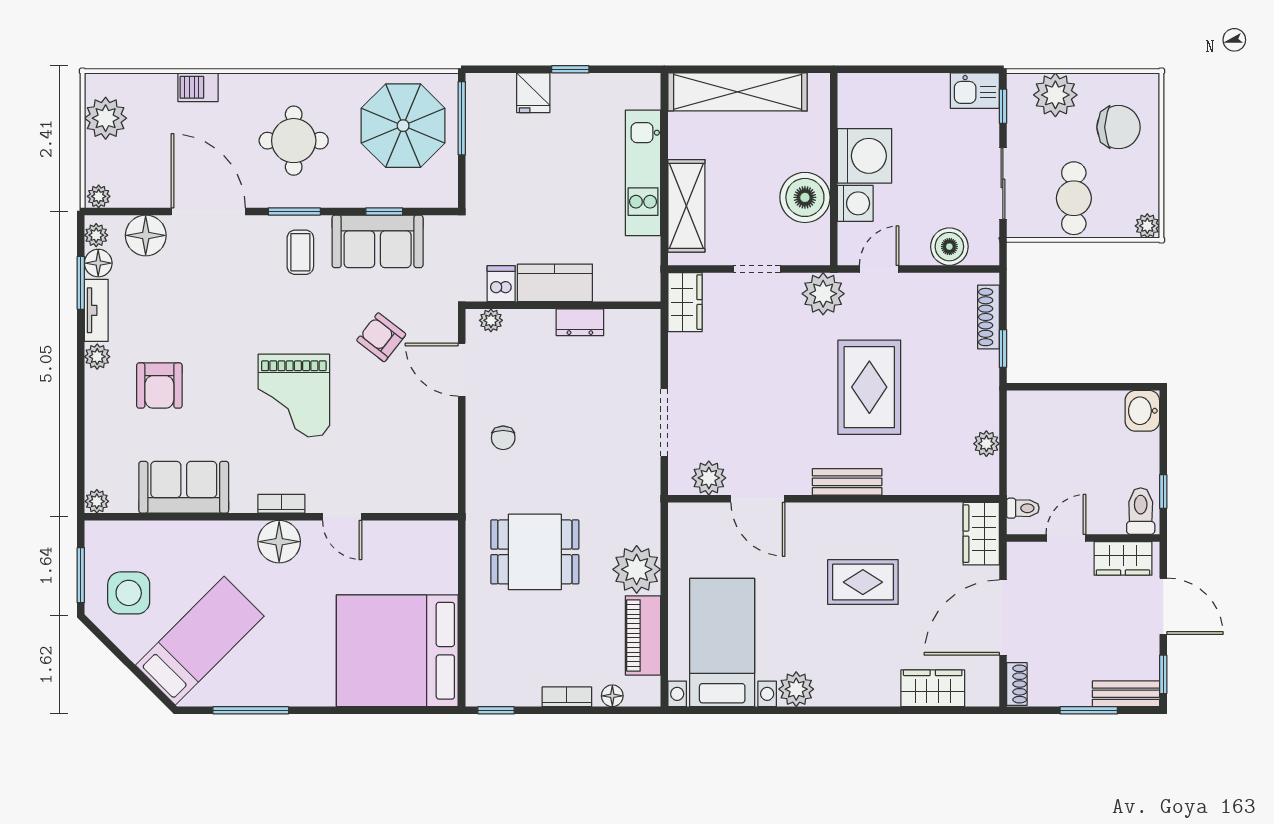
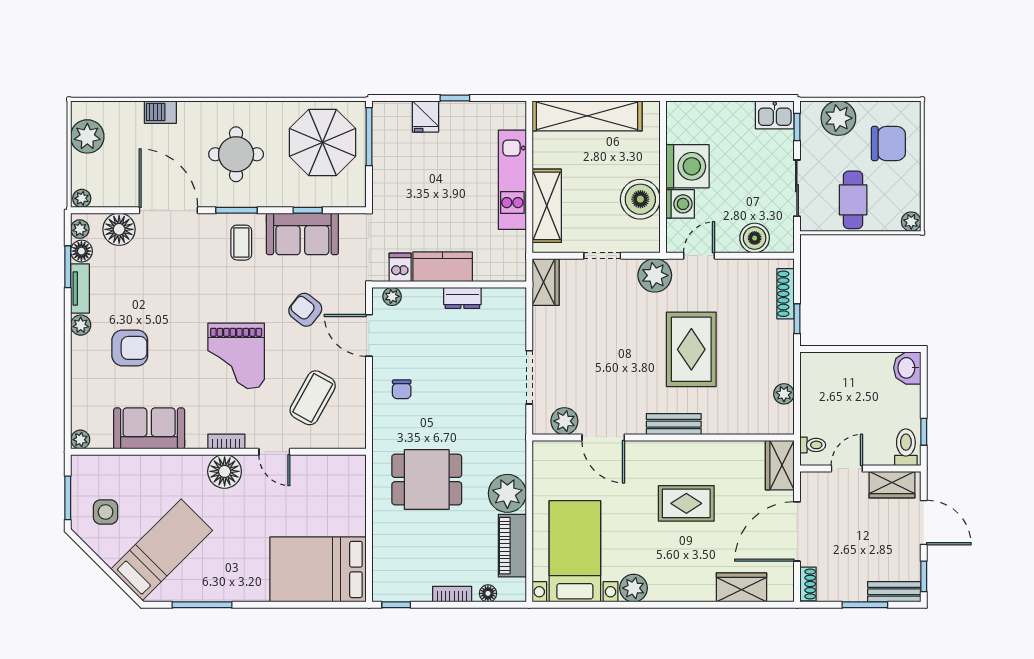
armchair: (159, 386) -> (130, 348), turned -90
coffee table: (391, 449) -> (313, 398), added
side table: (129, 593) -> (106, 512), width x0.73, depth x0.73
bed: (397, 651) -> (318, 569), width x0.73

